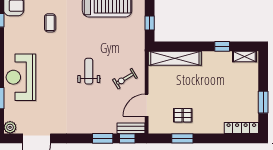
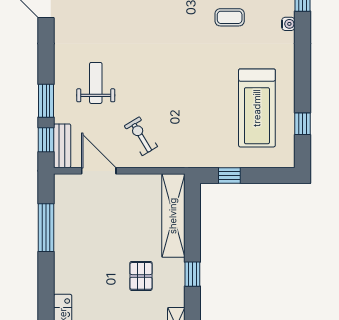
window: (222, 46) -> (192, 274), moved
weight bench: (89, 71) -> (96, 83), moved, turned -90
pallet: (183, 115) -> (141, 276), moved
window: (182, 138) -> (46, 228), width x1.44

